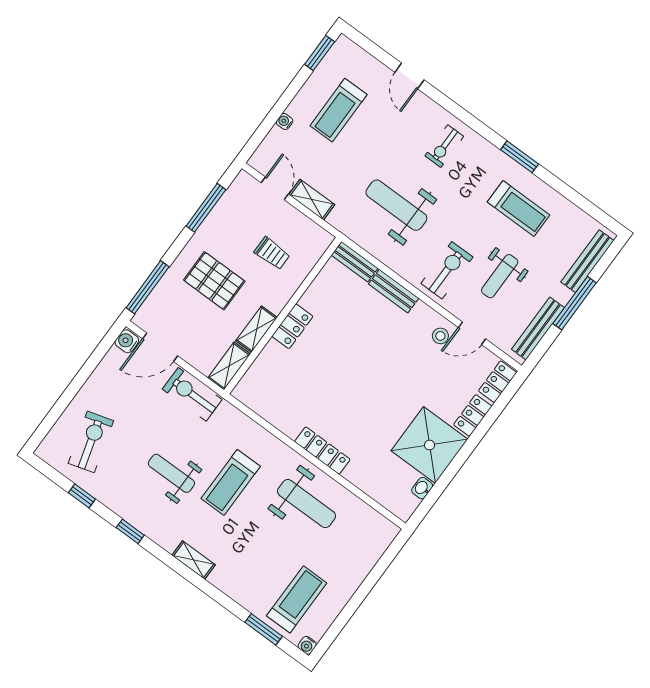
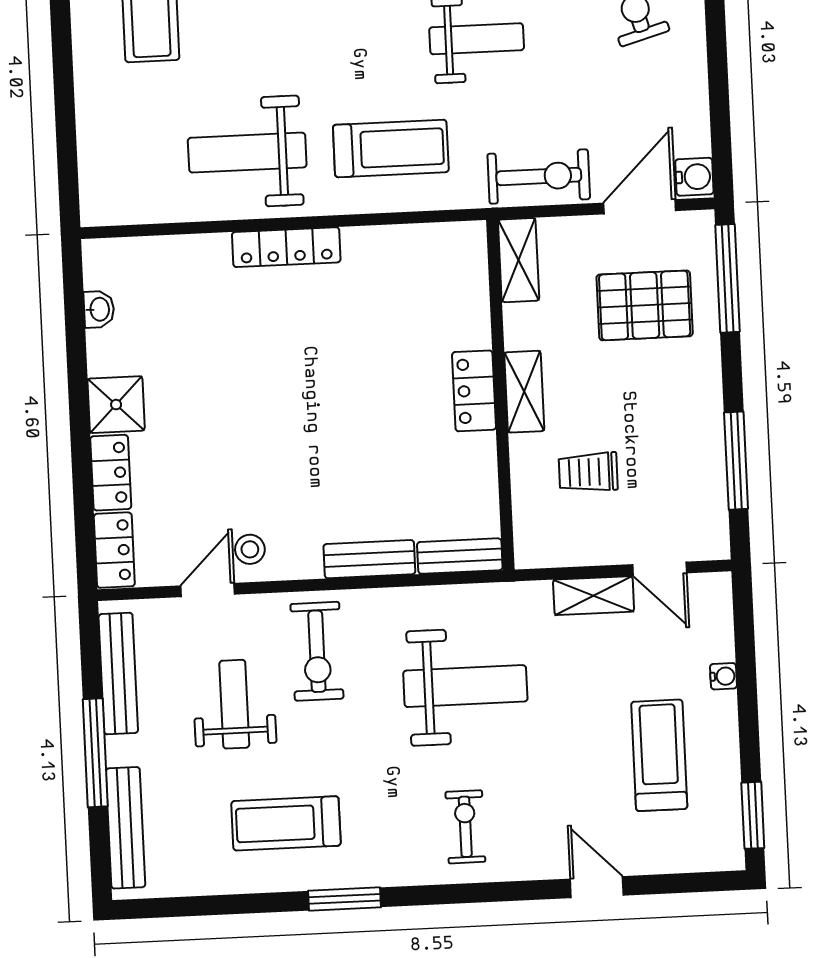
pallet: (214, 281) -> (645, 305), moved
shelving: (257, 329) -> (524, 392), moved
shower: (430, 445) -> (116, 405), width x0.54, depth x0.54
treadmill: (231, 482) -> (391, 148), moved, turned 90

